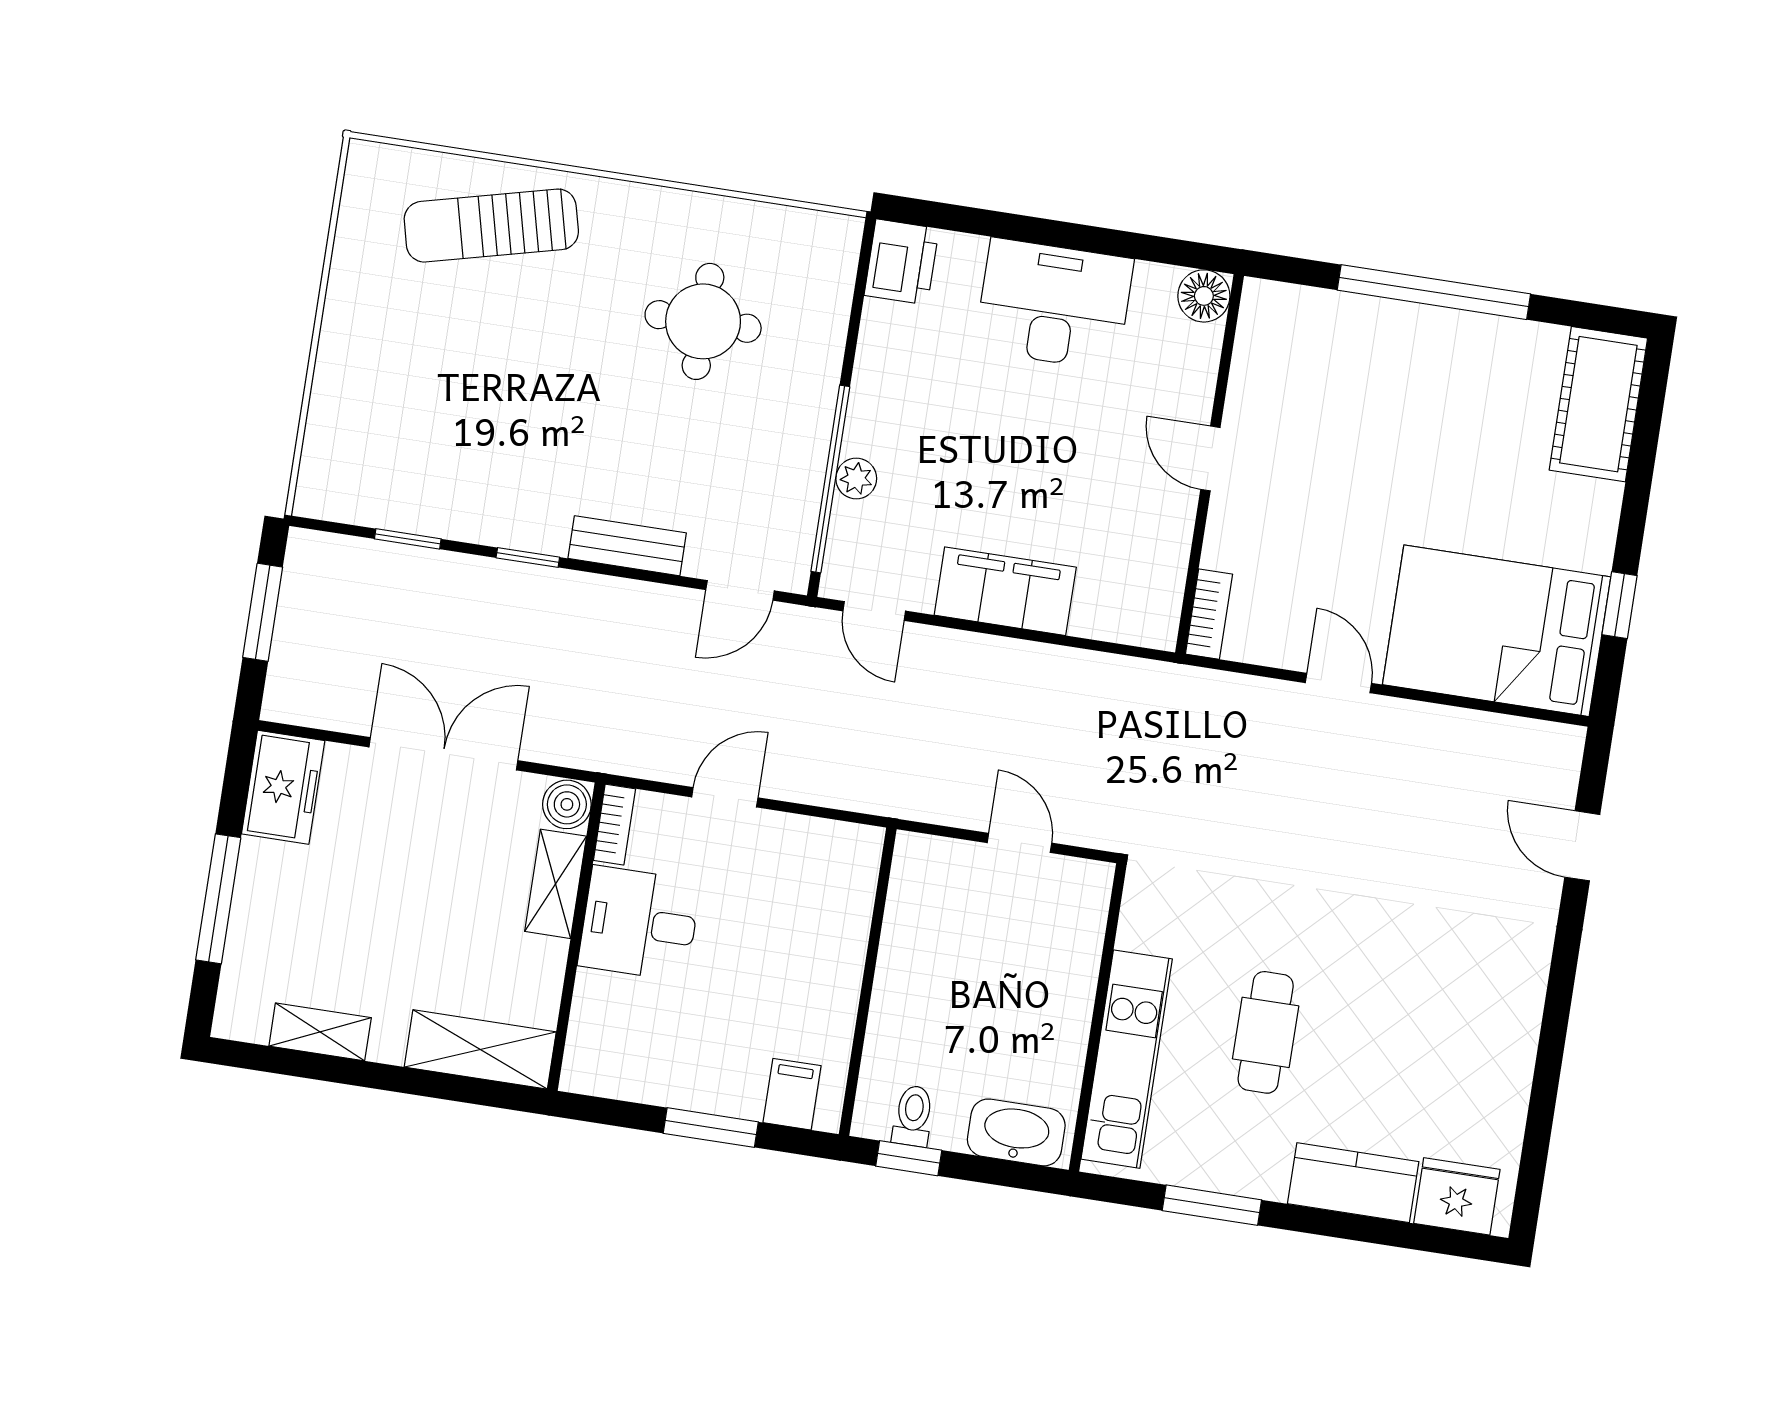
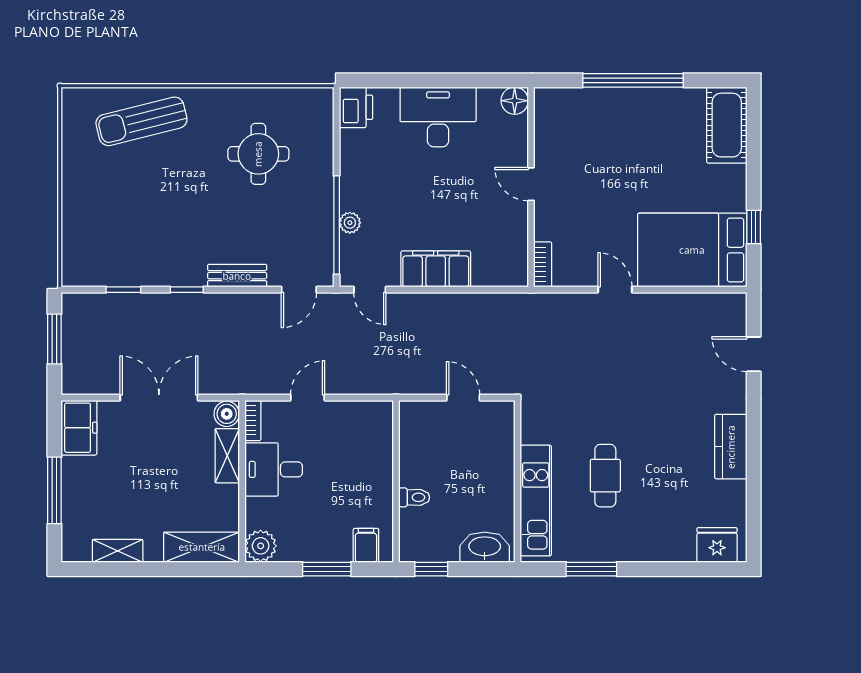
plant: (592, 1064) -> (261, 546), added
toilet: (913, 1116) -> (414, 497), moved, turned 90
kitchen counter: (1353, 1183) -> (731, 447), moved, turned -90

